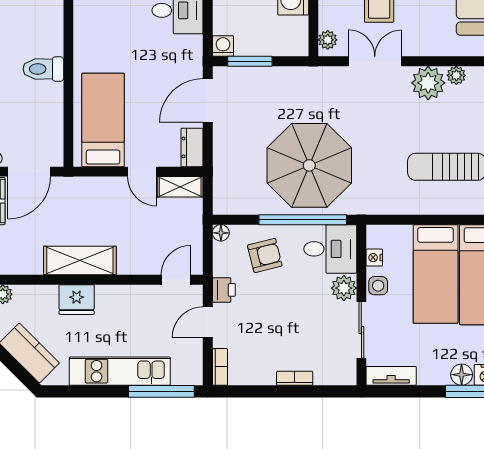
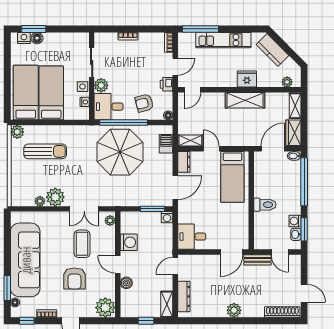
barbecue: (225, 181) -> (166, 144), added
tv unit: (391, 376) -> (75, 37), removed

